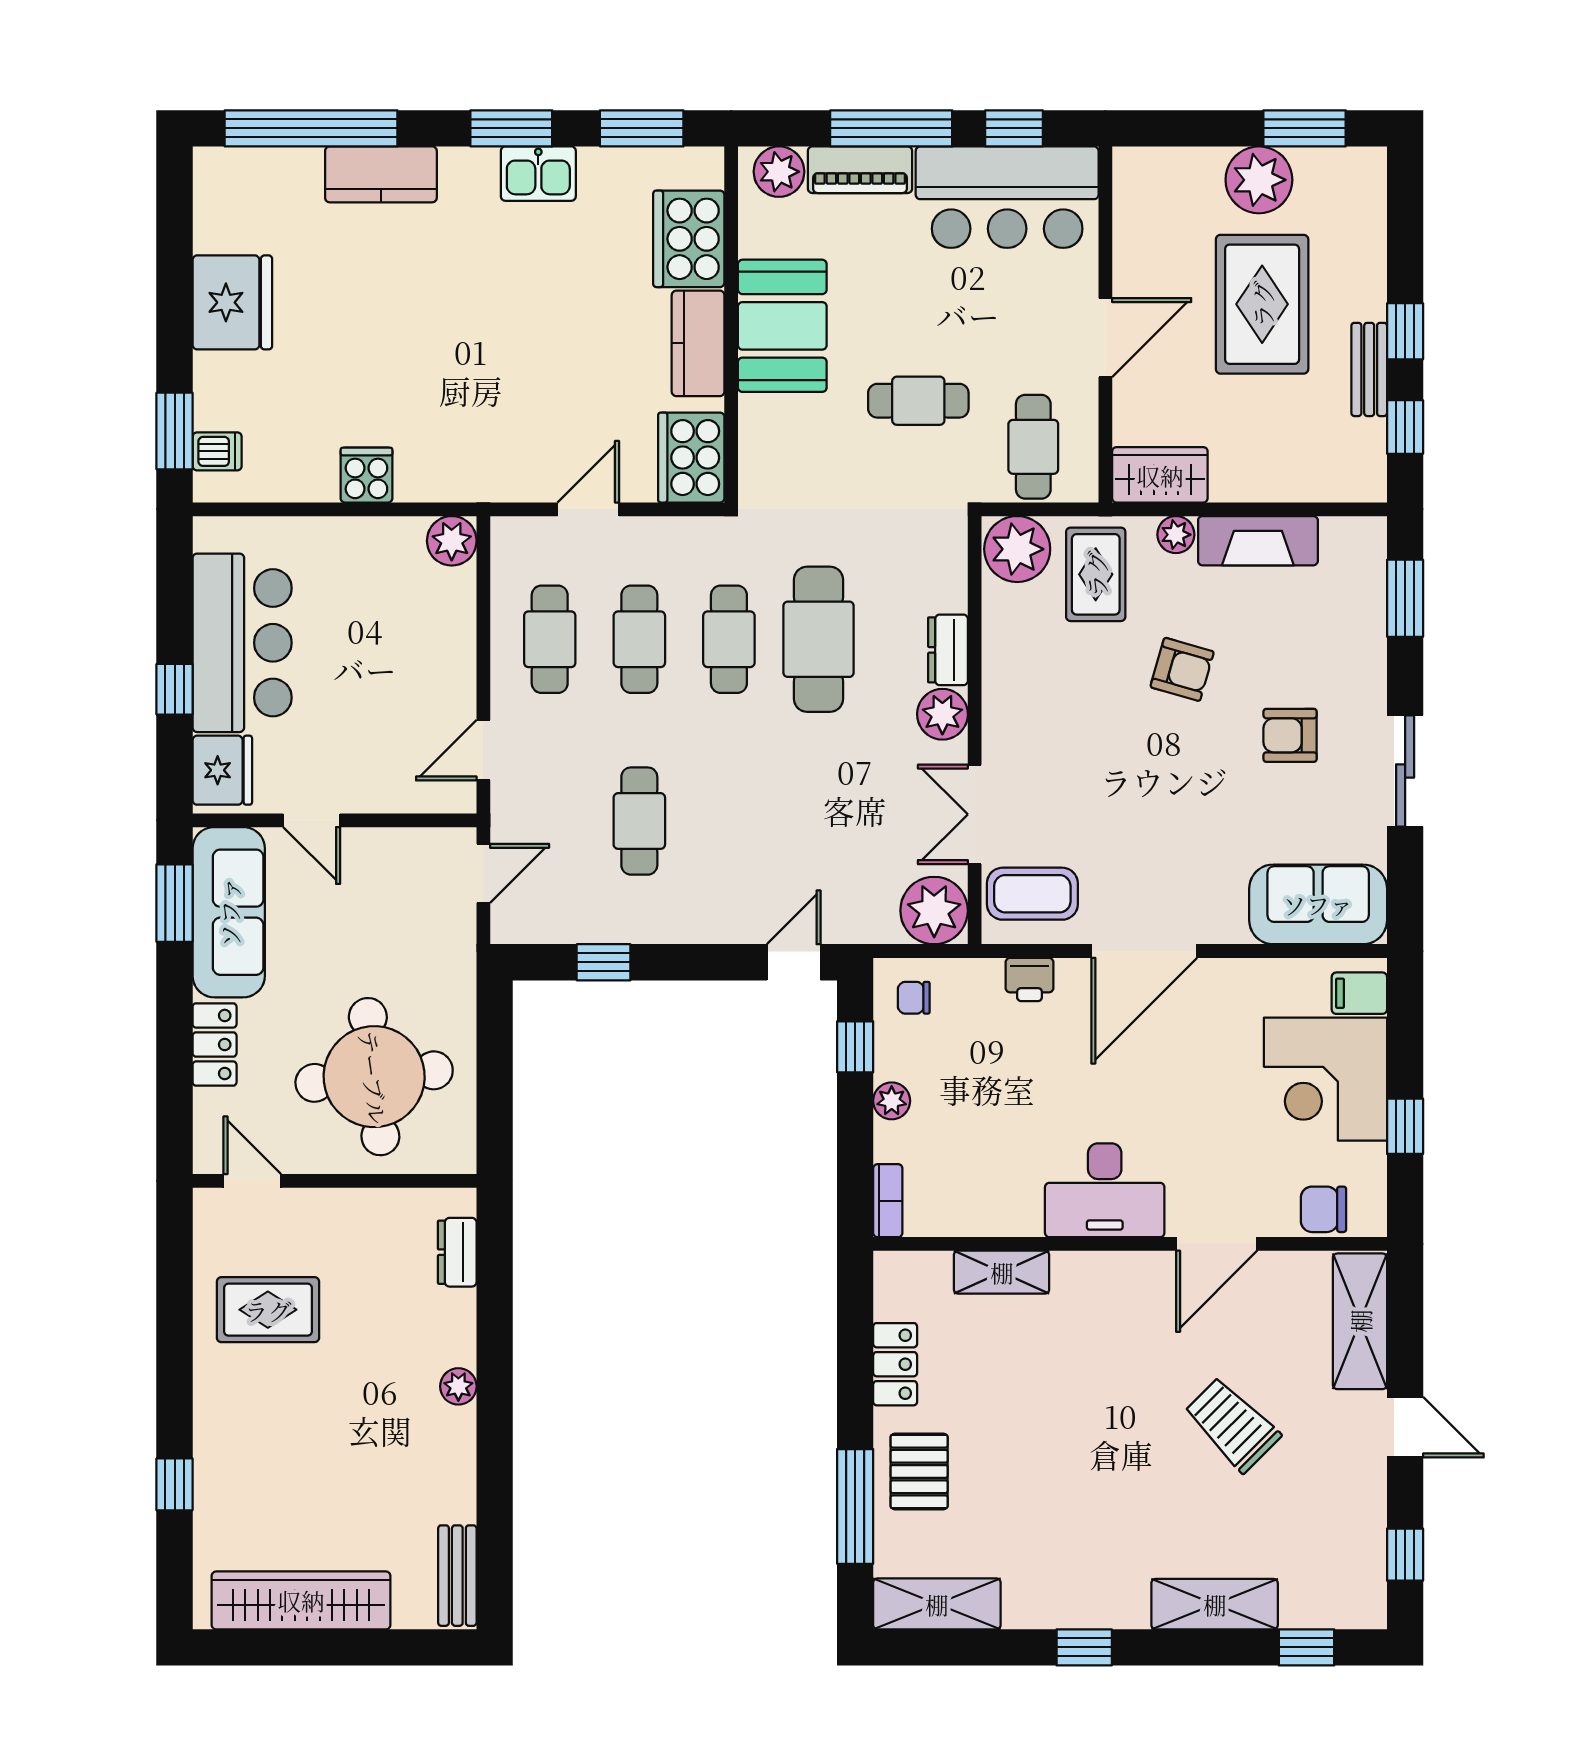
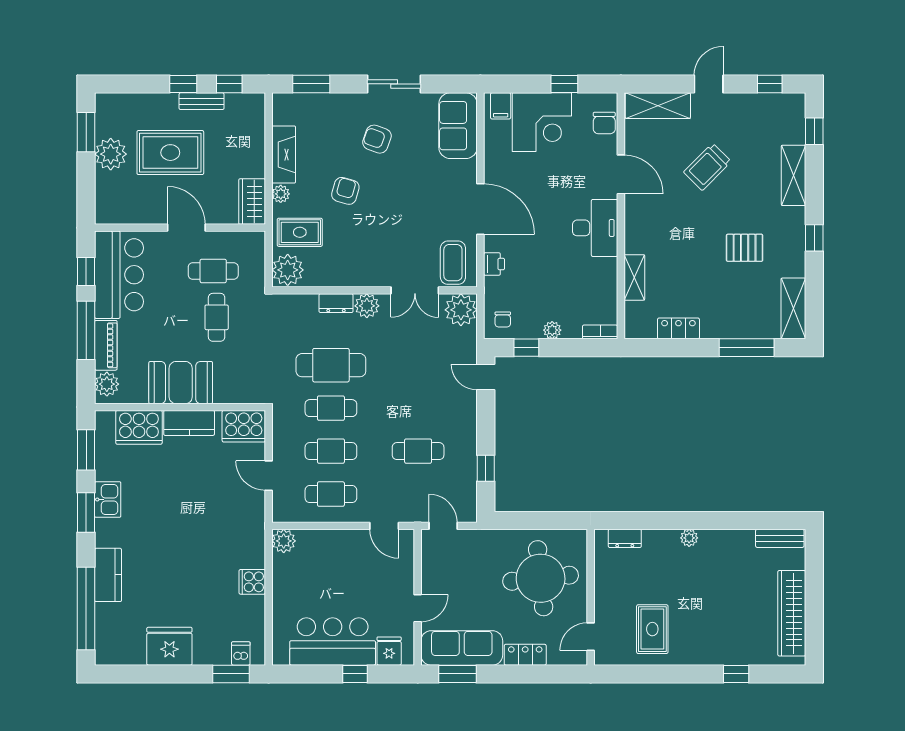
cafe table: (1033, 447) -> (213, 271), moved
armchair: (1290, 735) -> (377, 139), turned 110
fridge: (222, 770) -> (389, 651), width x0.72
pallet: (919, 1471) -> (745, 248), moved

